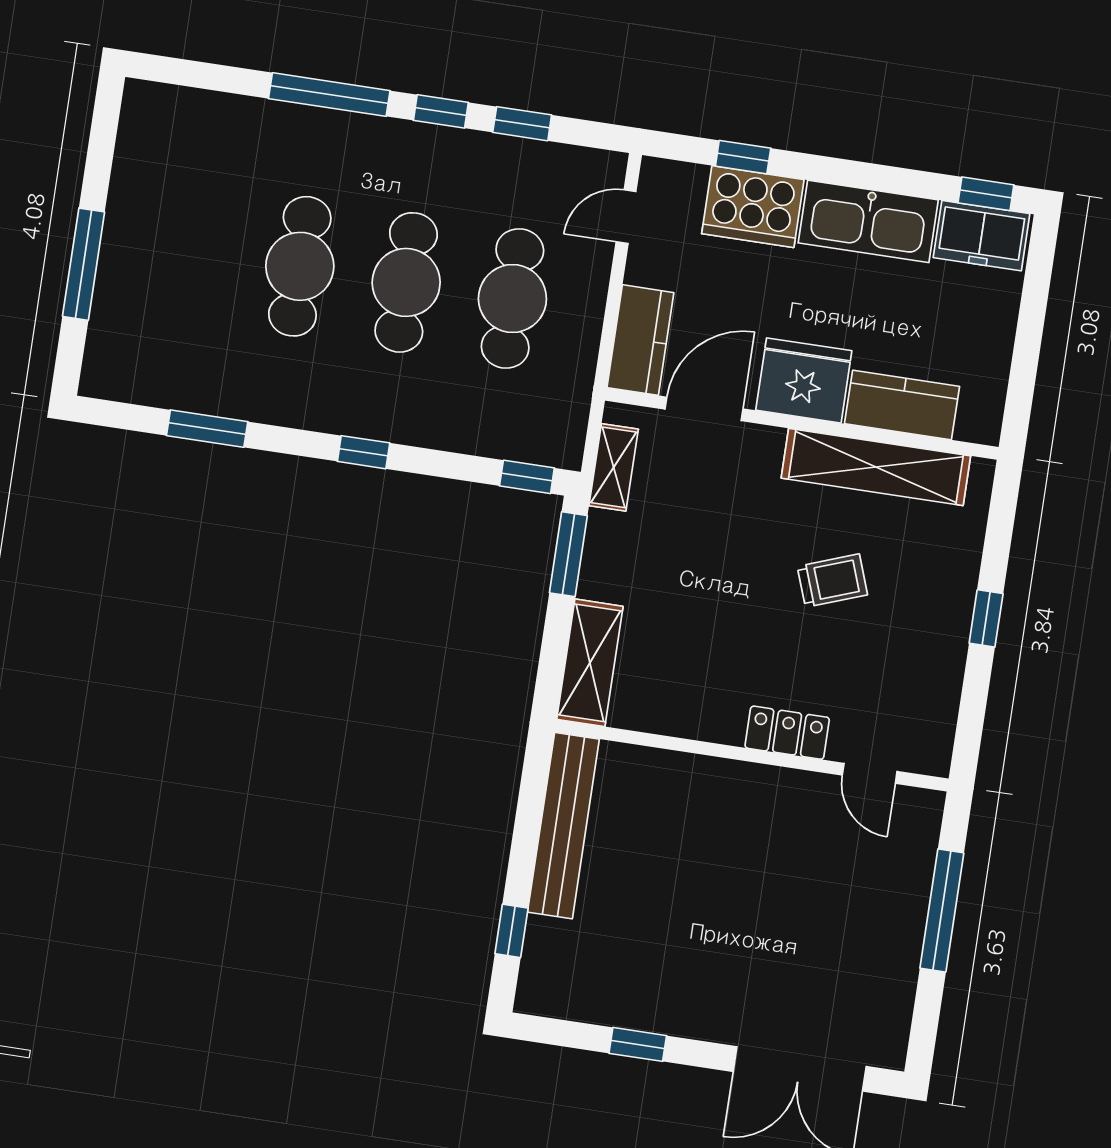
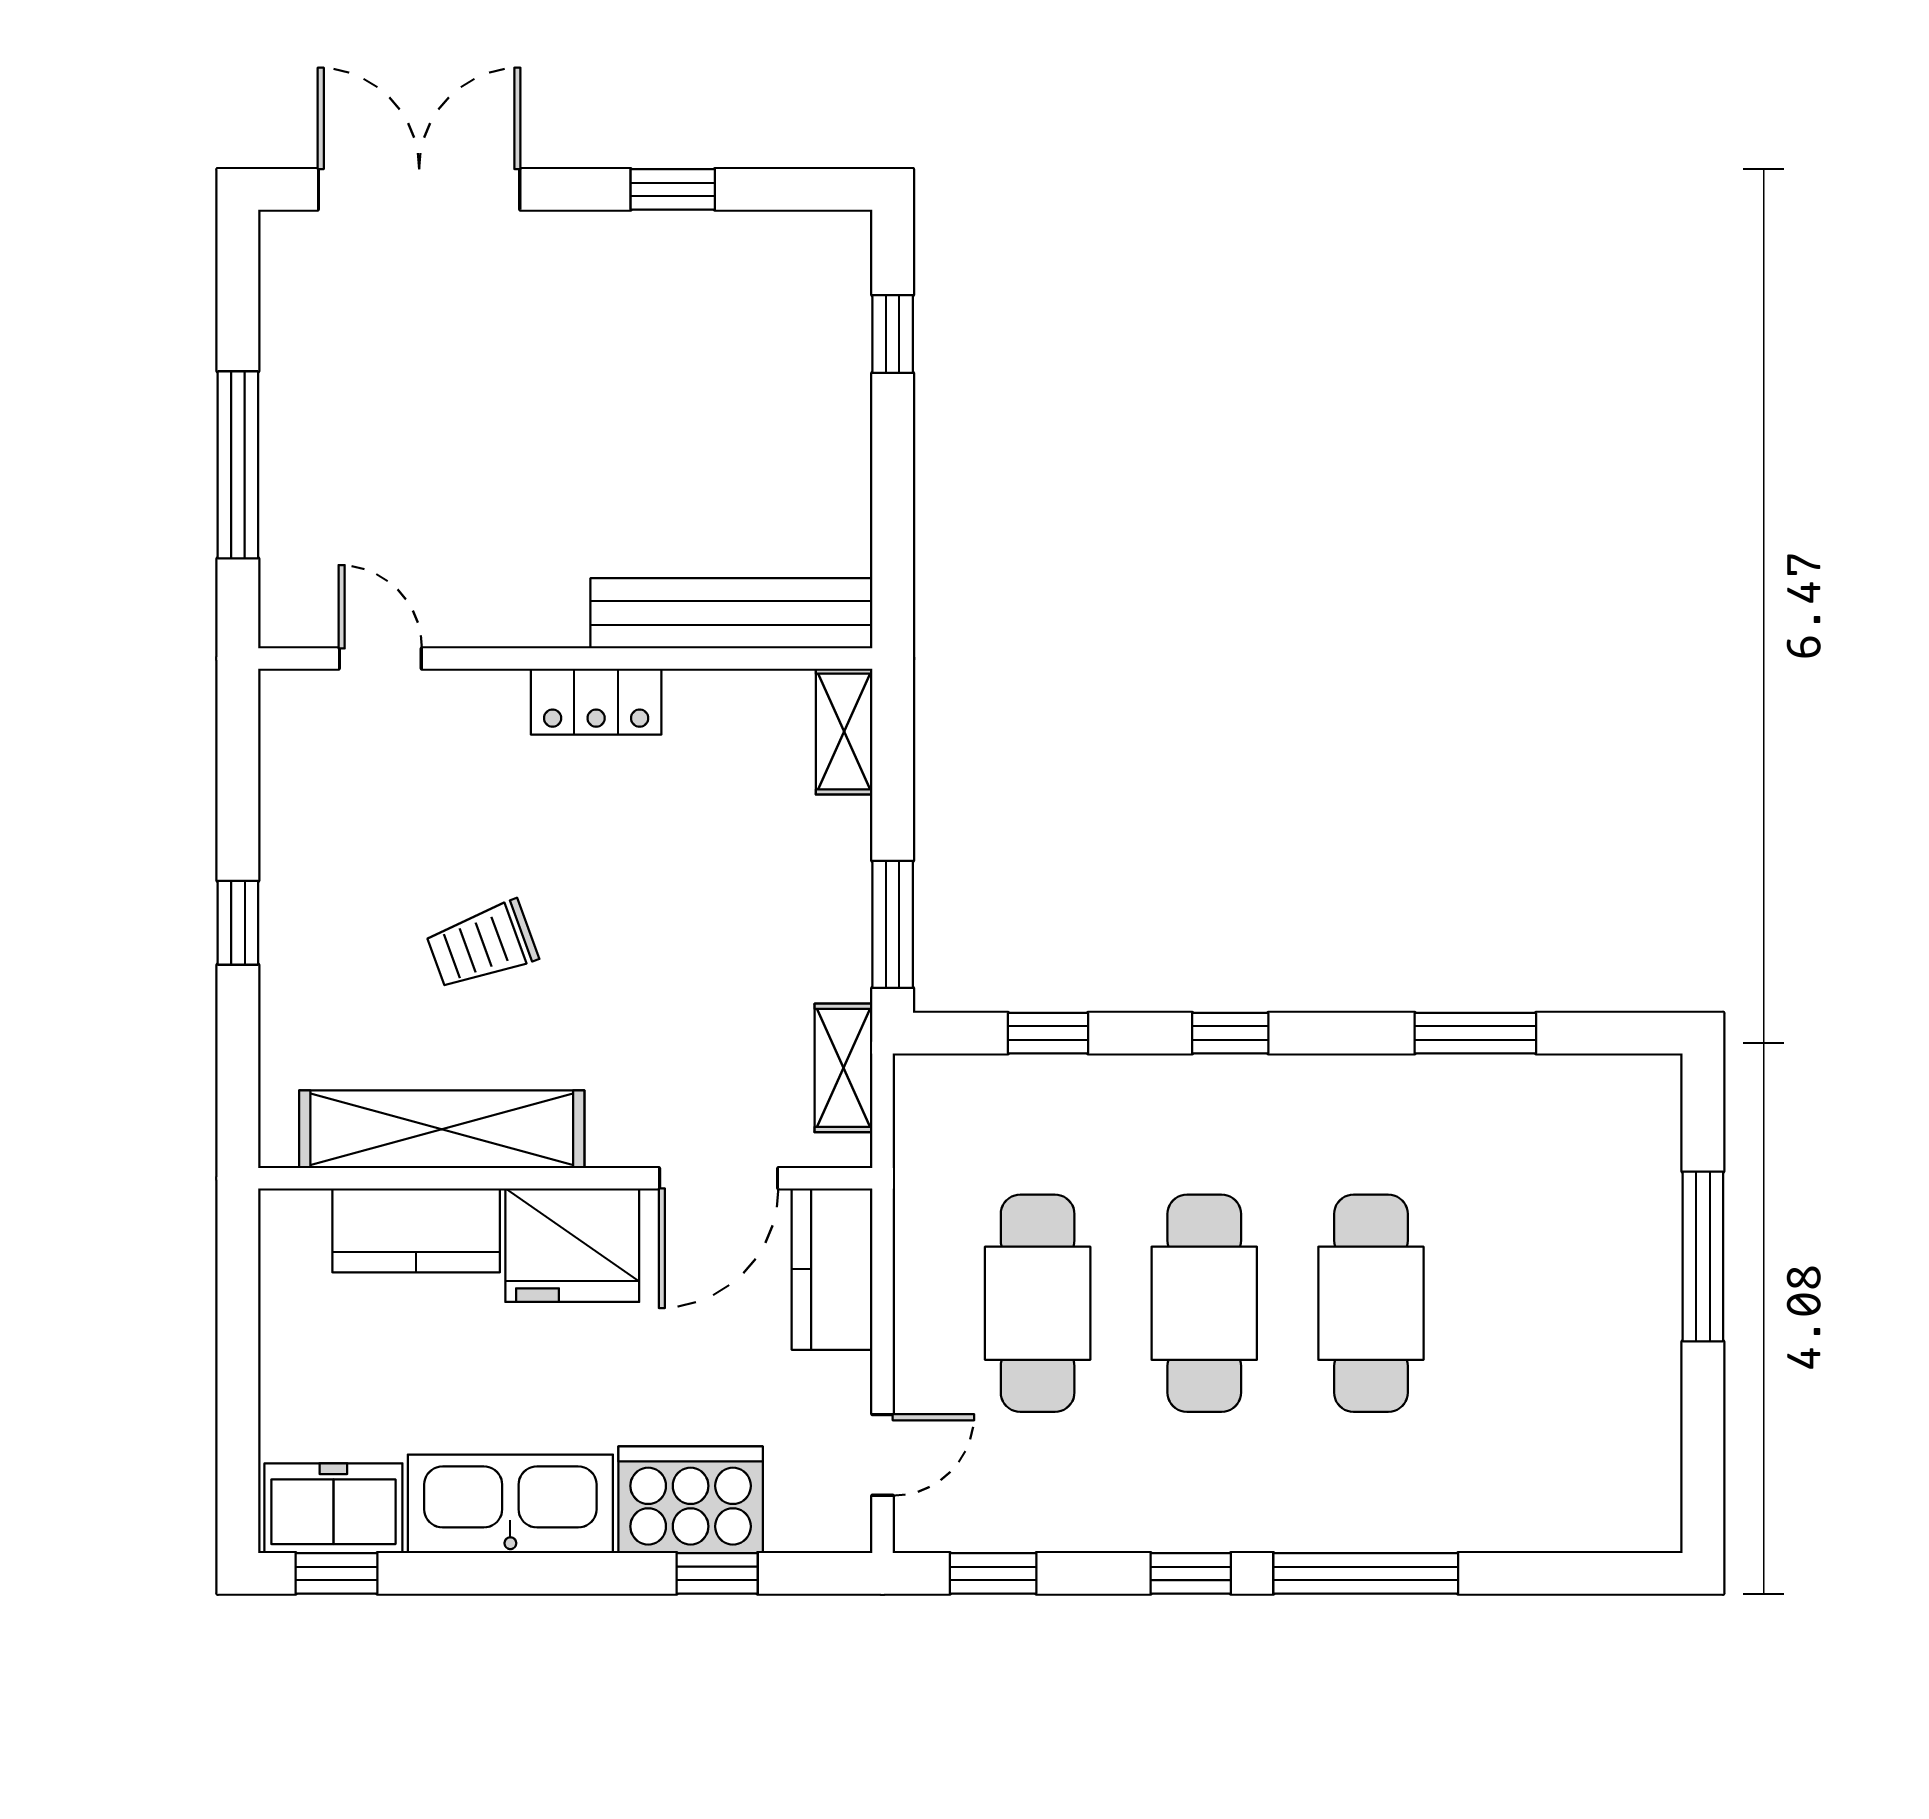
window: (522, 124) -> (993, 1573), moved
window: (527, 477) -> (1048, 1033), moved
shelving: (590, 663) -> (844, 732), width x0.67, depth x0.75
locker: (787, 733) -> (596, 702), moved
bench: (563, 826) -> (731, 613), moved, turned 90

